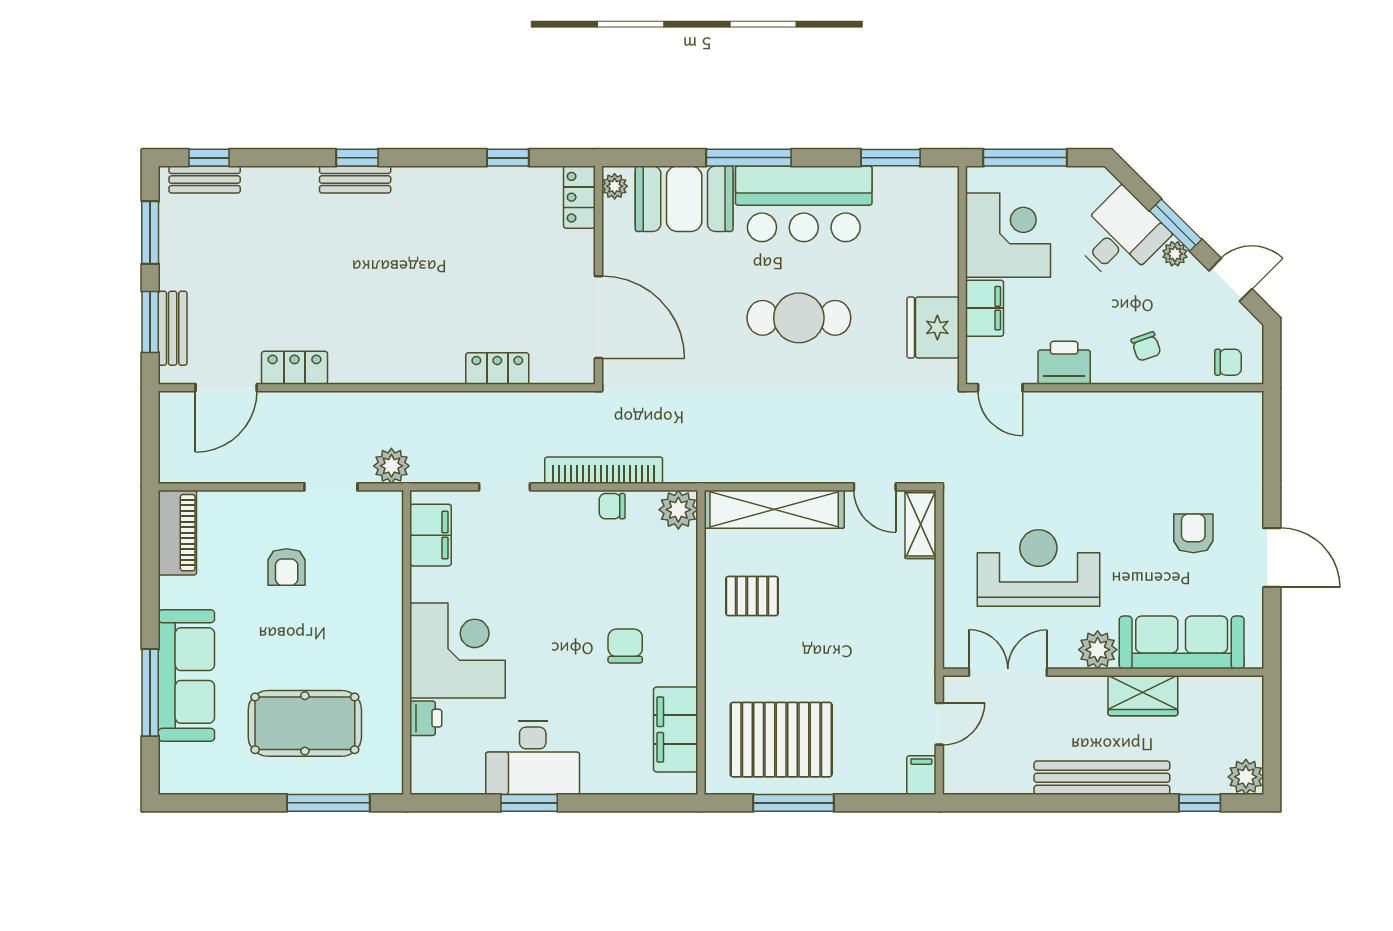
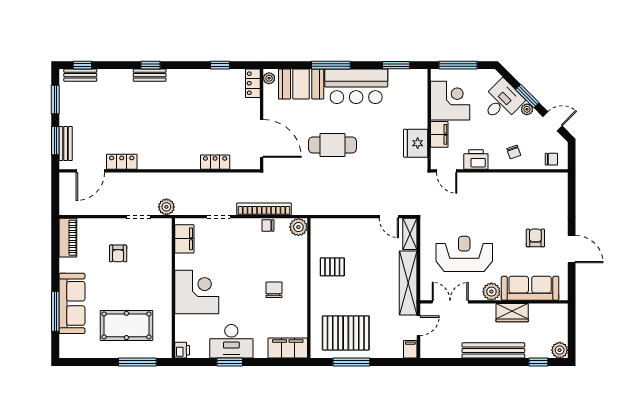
cafe table: (799, 318) -> (332, 145), moved
shelving: (774, 509) -> (408, 283), moved, turned 90
printer: (426, 718) -> (182, 350), moved
filing cabinet: (676, 730) -> (288, 348), moved, turned 90

